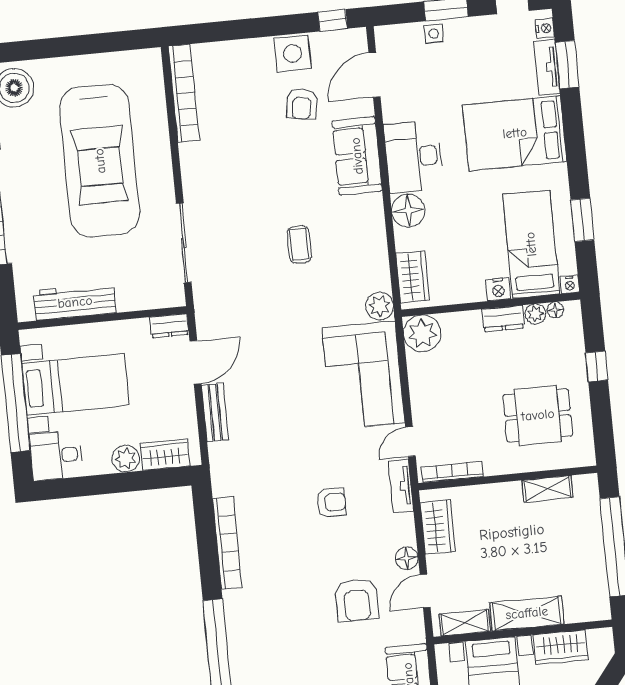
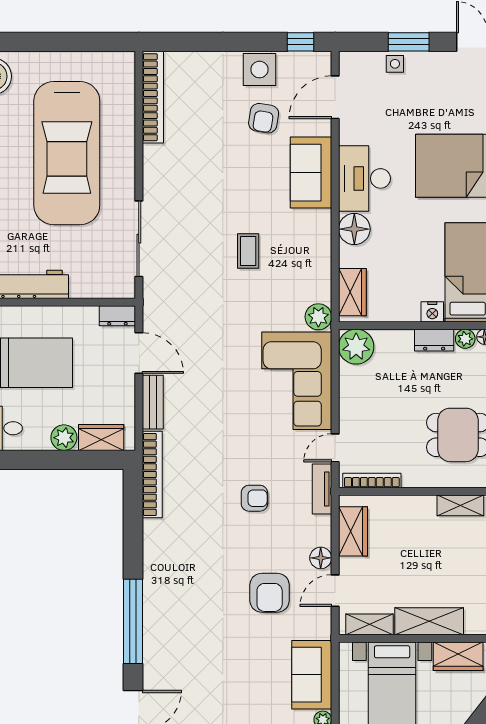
door: (195, 362) -> (139, 353), hinge flipped
bookcase: (227, 543) -> (152, 474), moved

